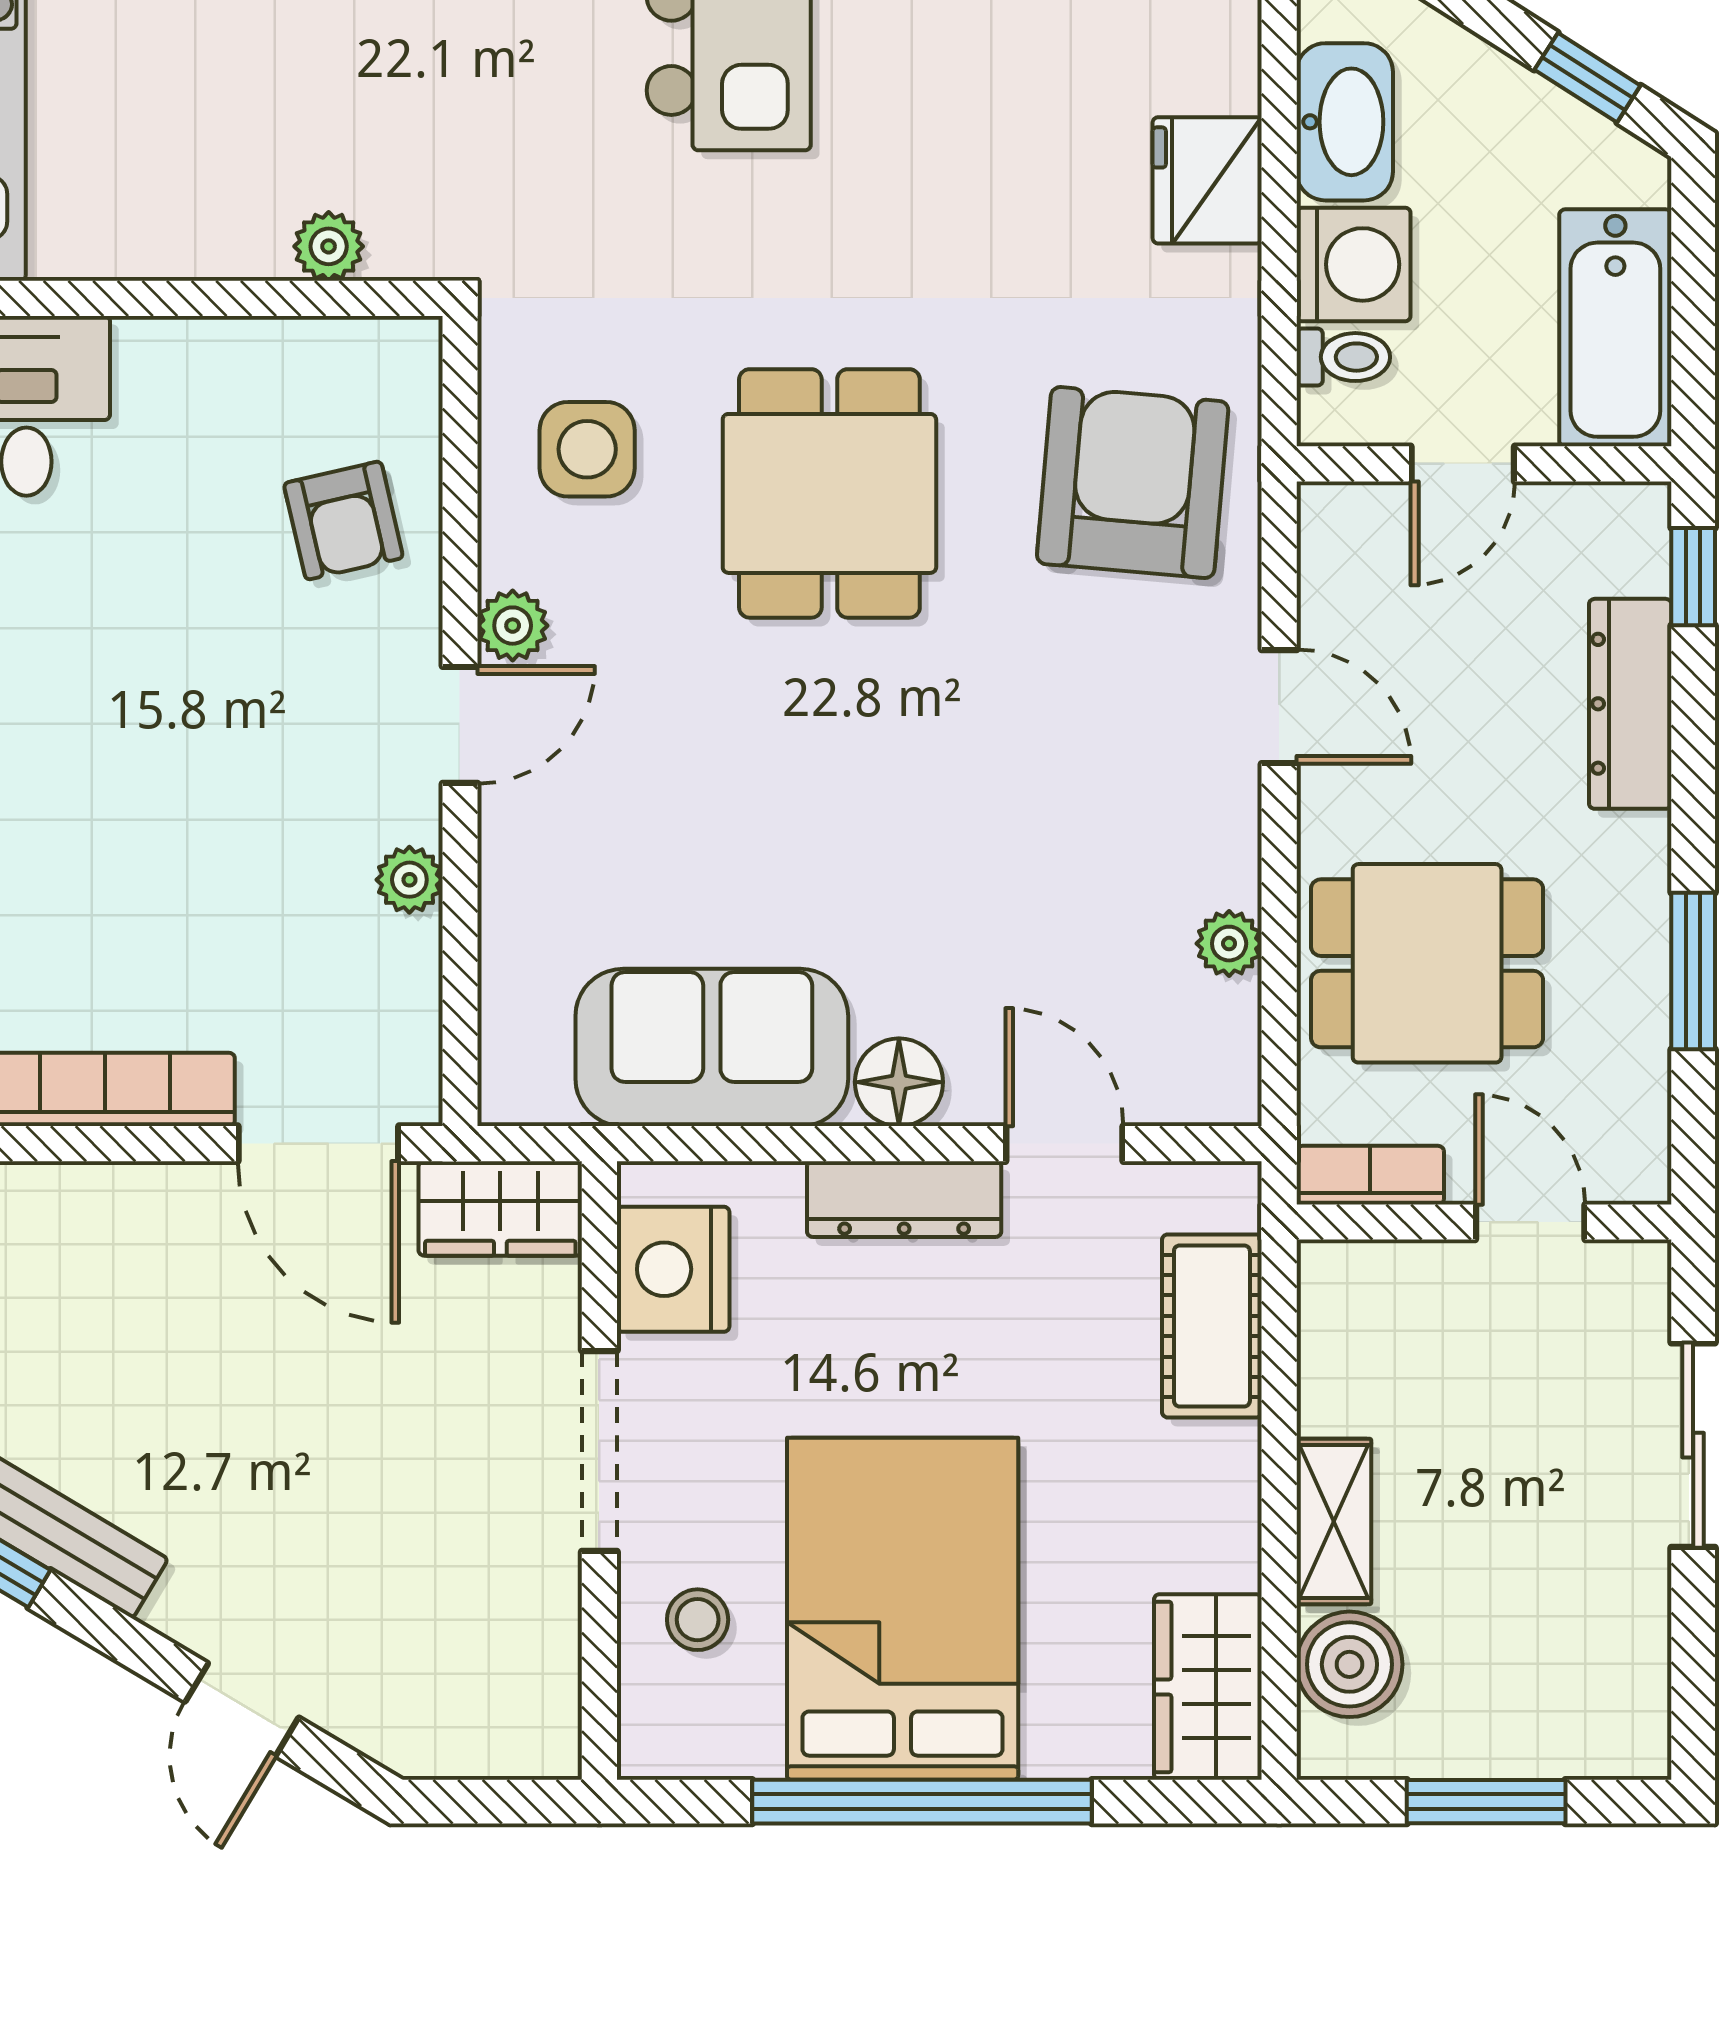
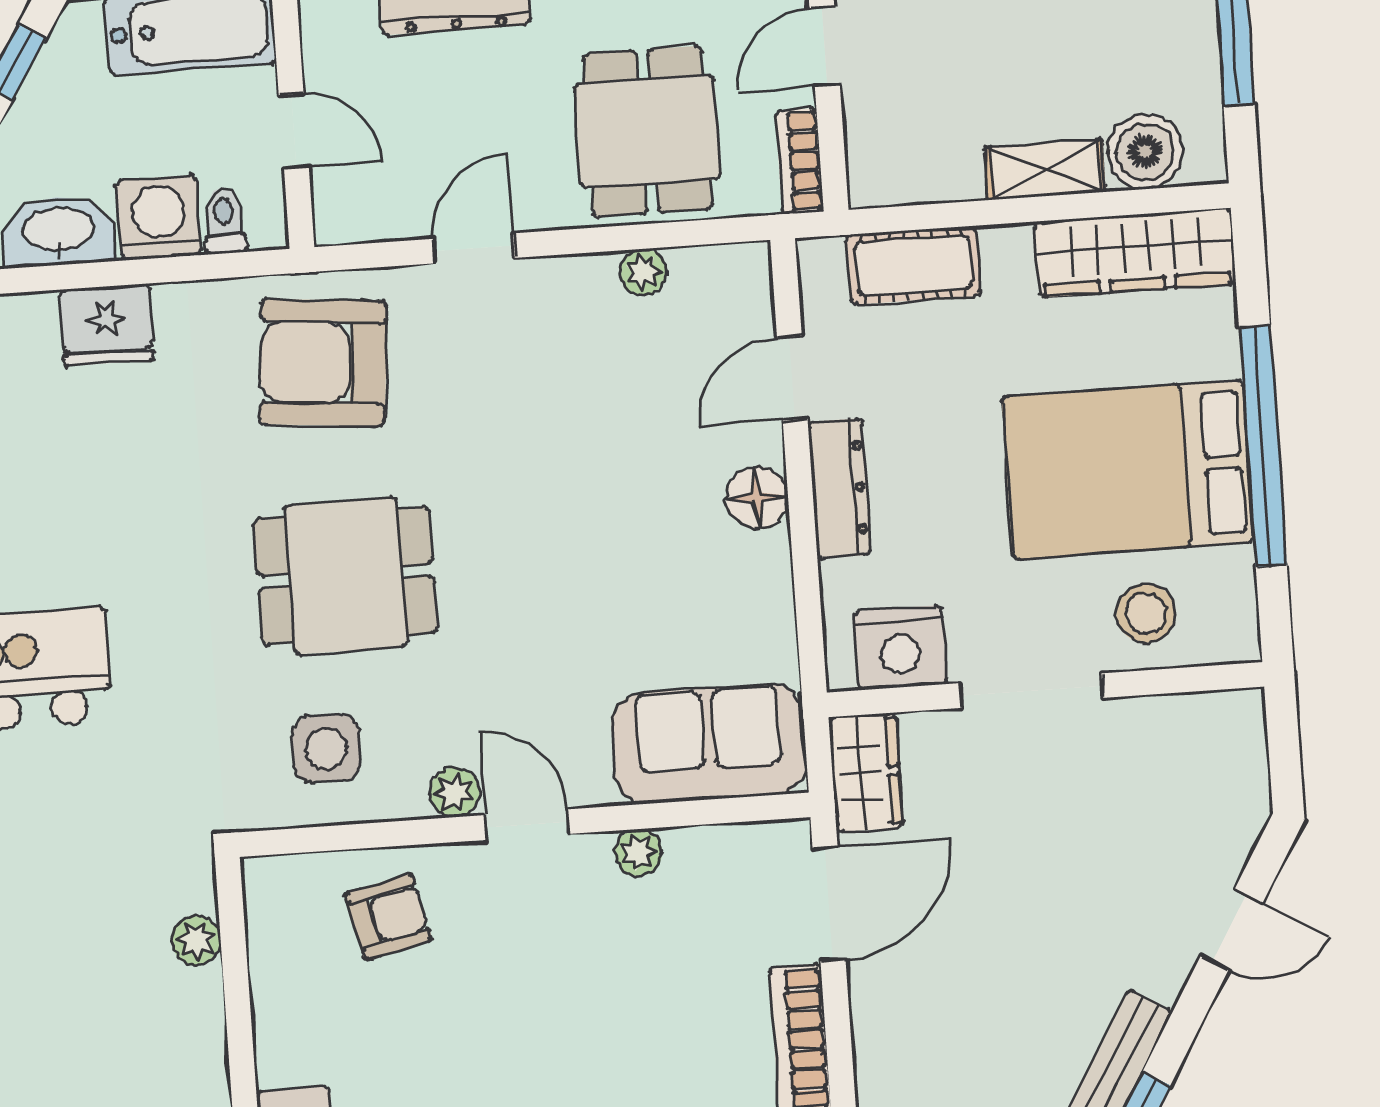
sofa: (712, 1047) -> (709, 744), moved, turned 90
stool: (698, 1620) -> (1146, 613), width x1.37, depth x1.37
wardrobe: (1208, 1687) -> (1135, 253), width x1.50

